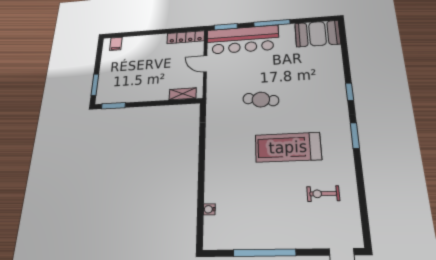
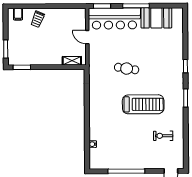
booth: (317, 34) -> (156, 18), moved
locker: (186, 37) -> (72, 13), removed
trolley: (140, 48) -> (38, 19), added
treadmill: (288, 147) -> (143, 104), turned 180

